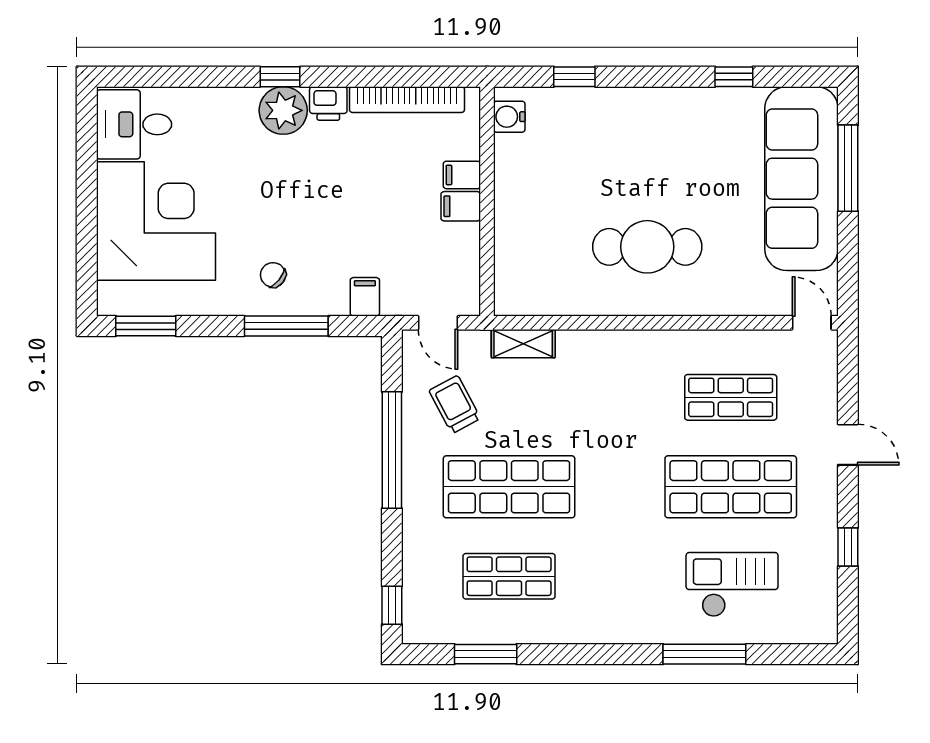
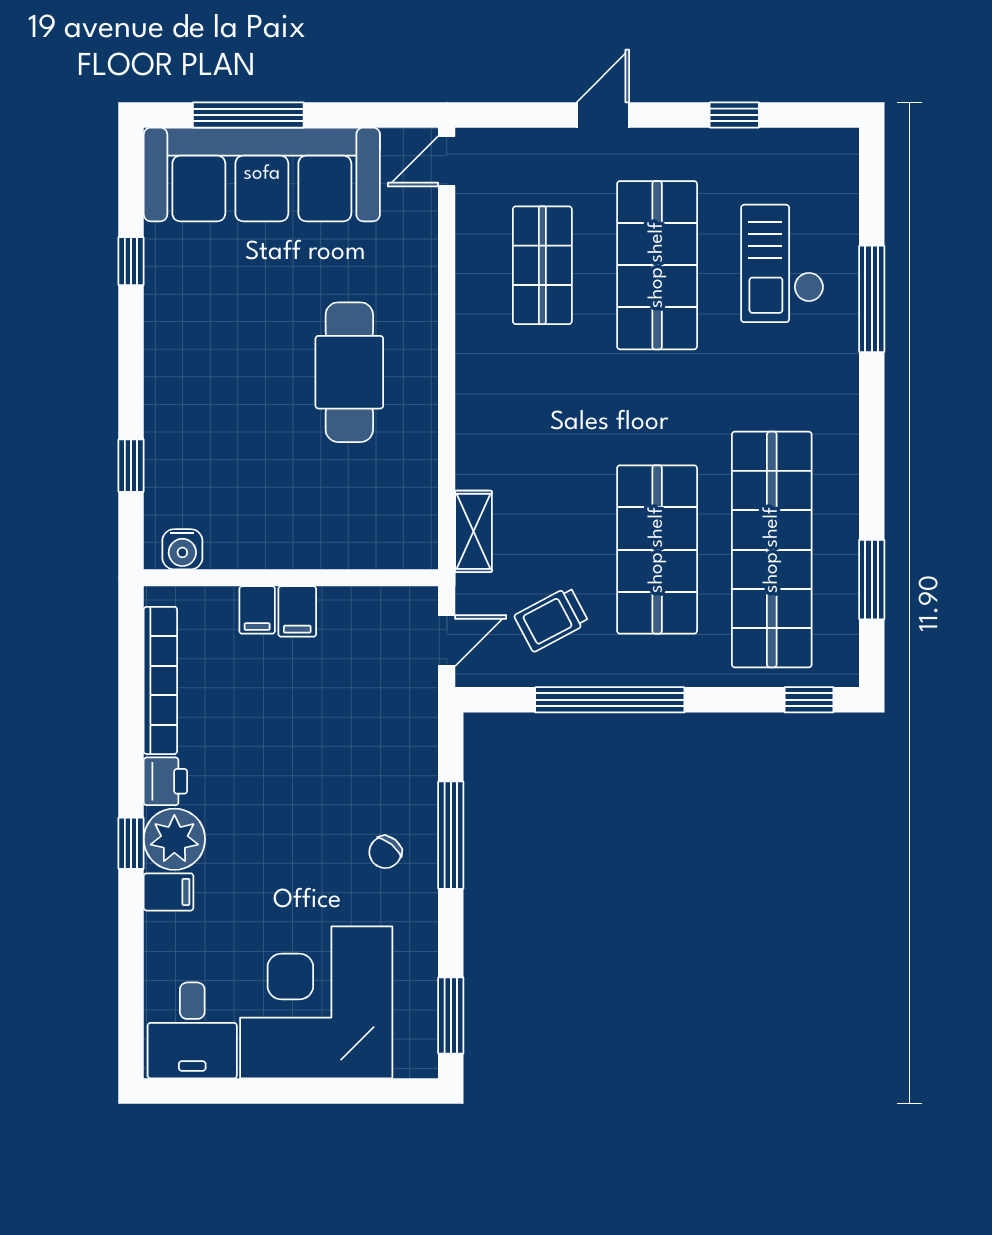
filing cabinet: (365, 297) -> (169, 892), moved, turned 180
shop shelf: (509, 576) -> (772, 550), width x2.00, depth x1.36

